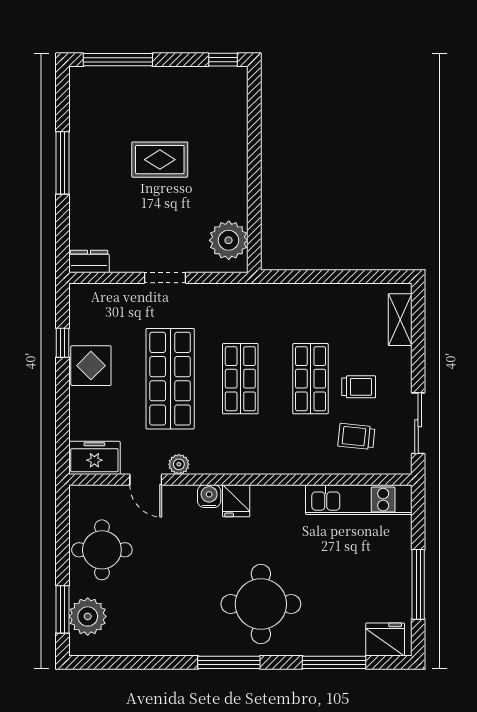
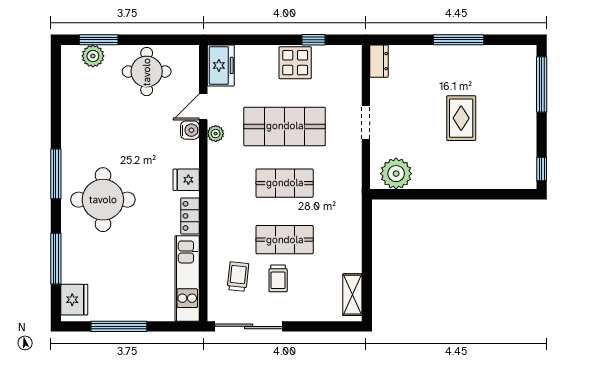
shelving: (400, 320) -> (352, 295), moved, turned 90
sliding door: (418, 423) -> (249, 326), width x1.37
water cooler: (209, 496) -> (190, 130), moved
locker: (281, 496) -> (190, 216), added
plant: (88, 616) -> (93, 56), width x0.73, depth x0.73

